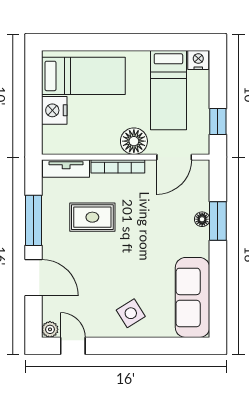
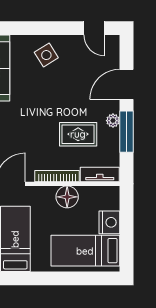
floor lamp: (134, 141) -> (67, 197), moved
door: (34, 278) -> (127, 84), hinge flipped
plant: (50, 329) -> (113, 121), moved

